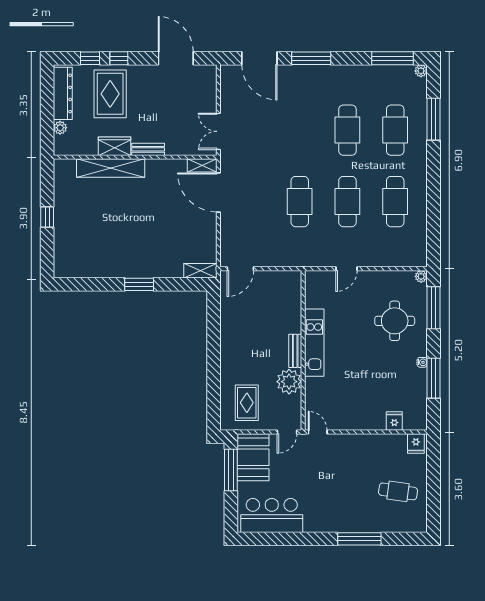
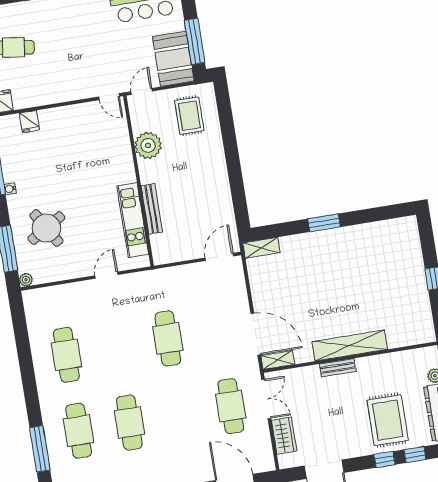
wardrobe: (114, 146) -> (284, 436), moved, turned -90
shelving: (111, 168) -> (350, 345), moved
cafe table: (347, 202) -> (231, 406), moved
round table: (395, 321) -> (46, 228), turned -31
kitchen unit: (314, 343) -> (133, 220), moved
bench: (295, 351) -> (152, 209), moved, width x1.36

